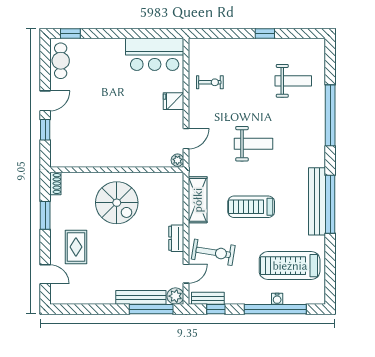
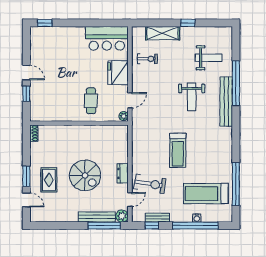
cafe table: (61, 61) -> (91, 101), moved
door: (45, 101) -> (26, 72), hinge flipped
fridge: (174, 101) -> (118, 73), width x1.88, depth x1.34
weight bench: (253, 144) -> (192, 97), moved, turned 90
shelving: (198, 200) -> (163, 33), moved, turned 90
bench: (317, 201) -> (226, 102), moved
spiral stairs: (117, 203) -> (85, 175), moved
window: (330, 204) -> (236, 184), moved
treadmill: (251, 207) -> (178, 150), turned -90
window: (45, 215) -> (26, 176), moved
bench: (208, 298) -> (157, 218), moved

